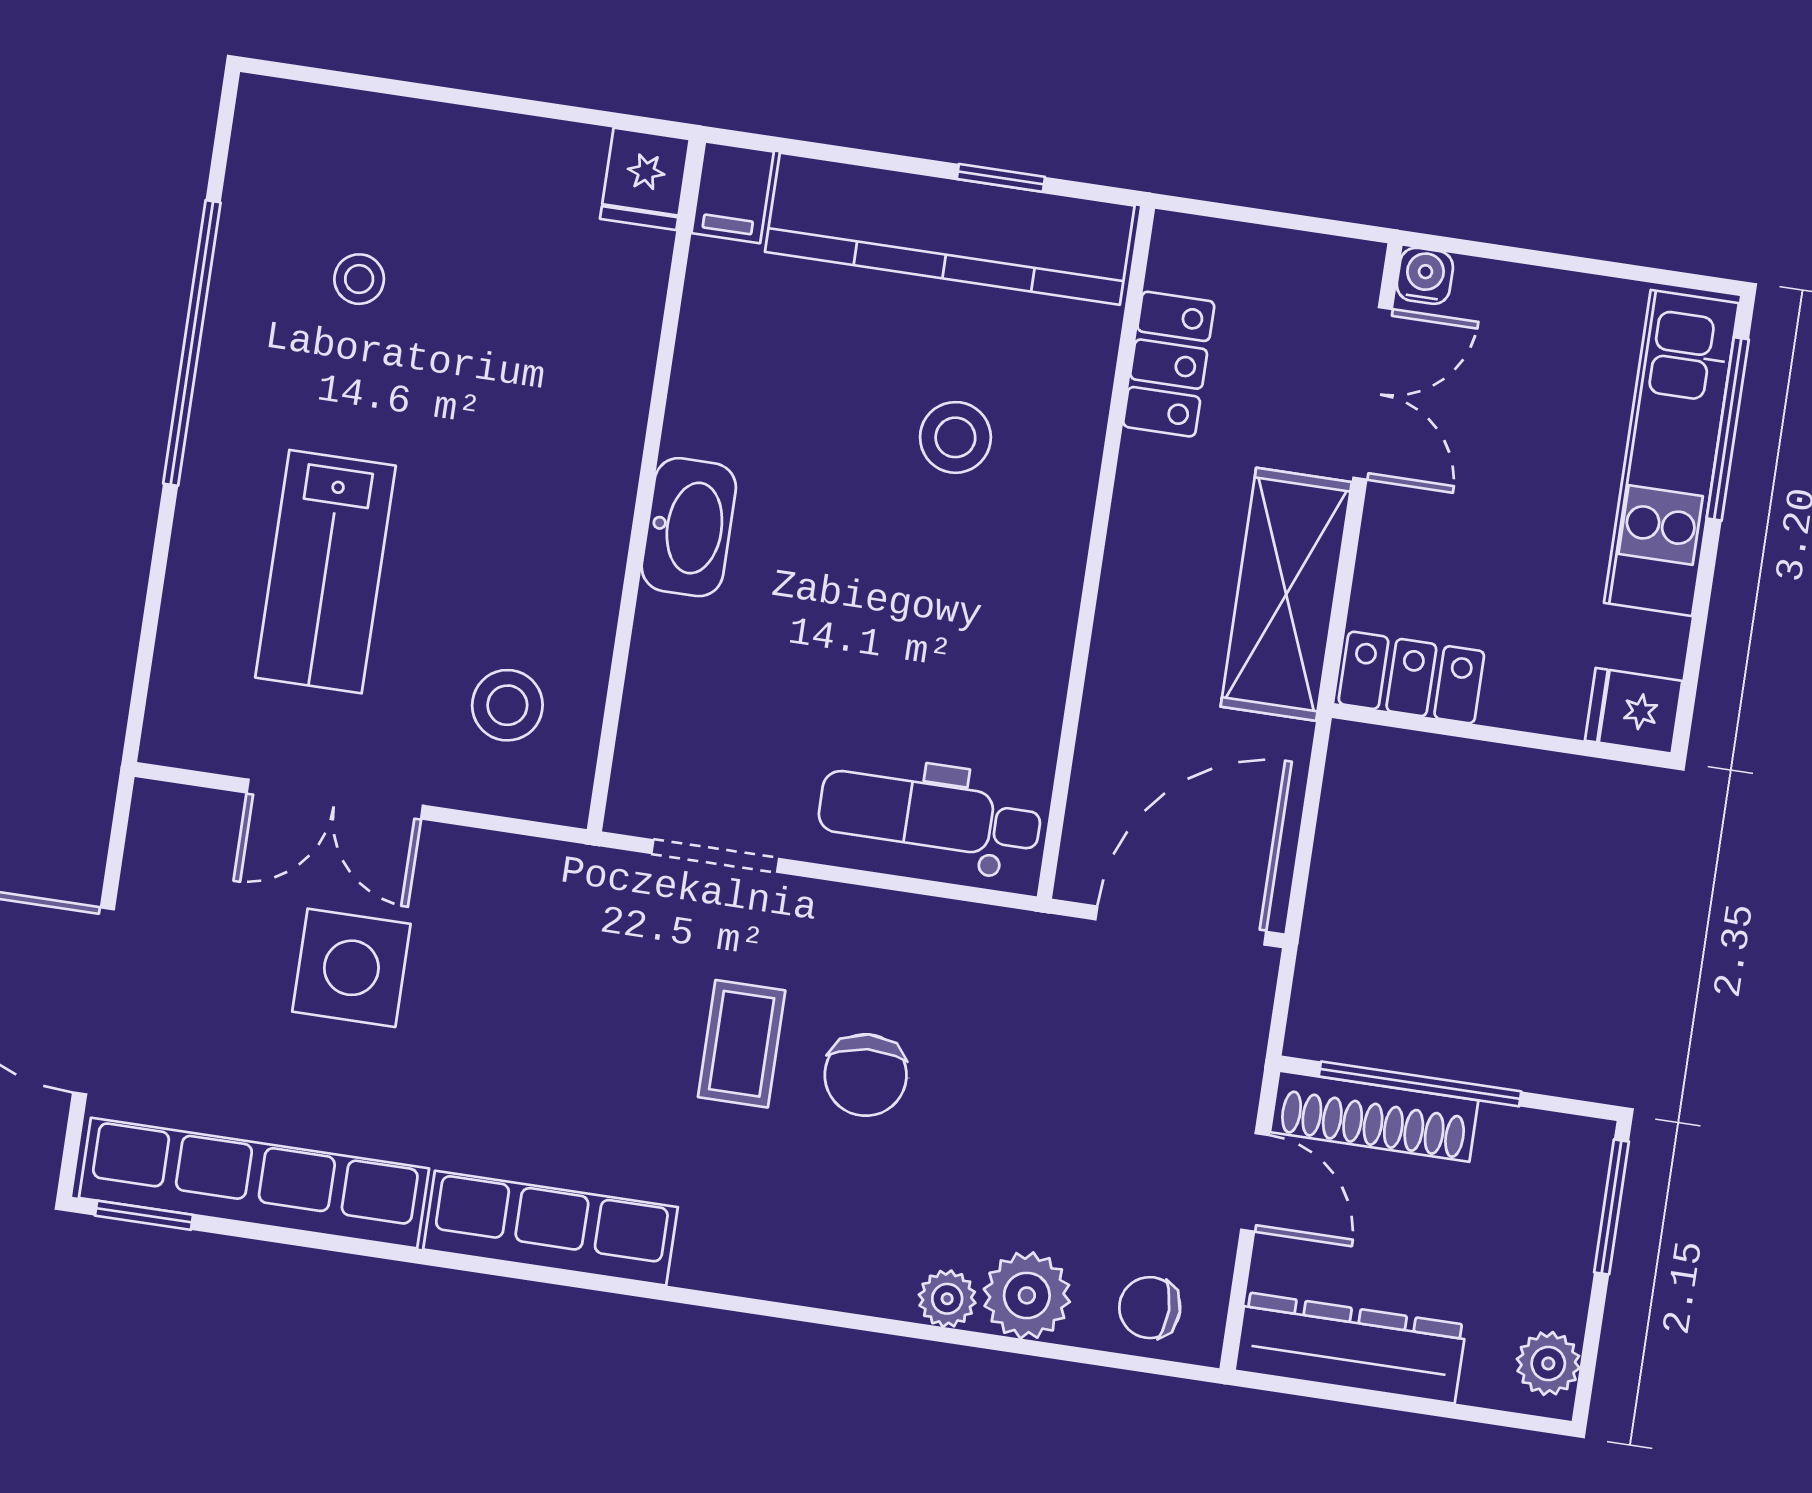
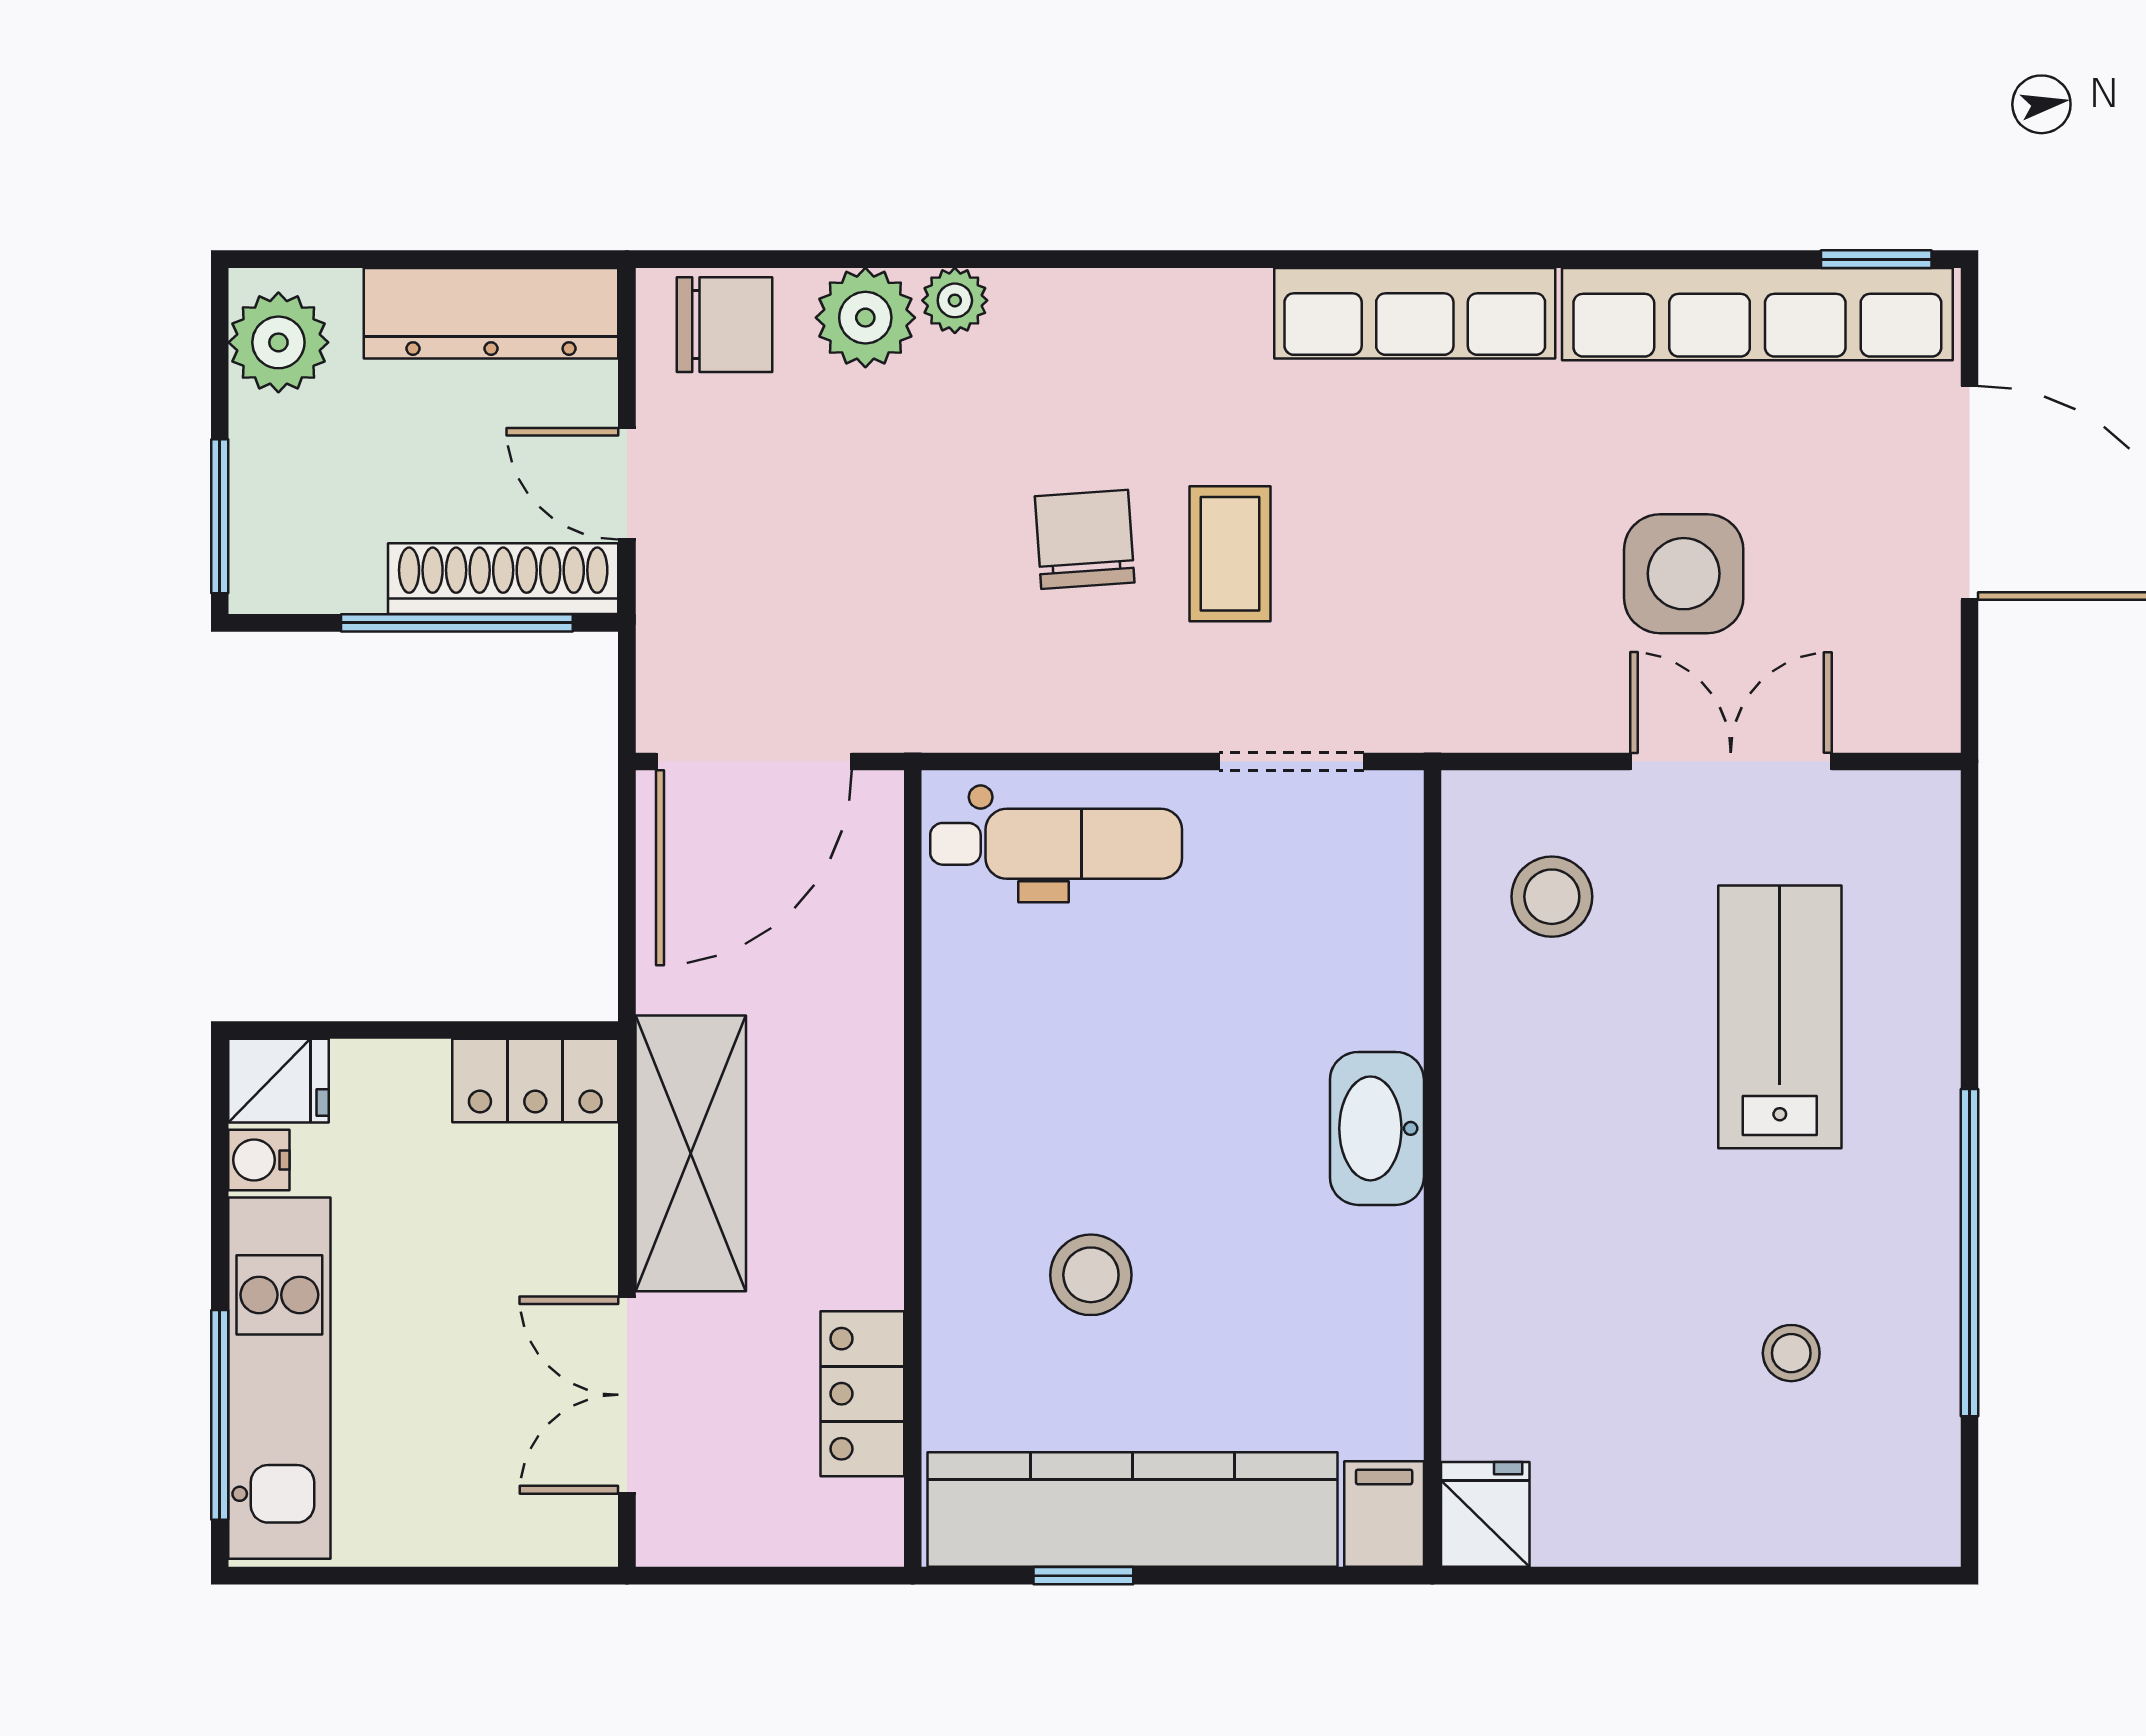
water cooler: (1425, 276) -> (259, 1160), moved, turned 90
chair: (1150, 1308) -> (724, 325), width x1.37, depth x1.37
plant: (1548, 1363) -> (278, 342), width x1.38, depth x1.38

